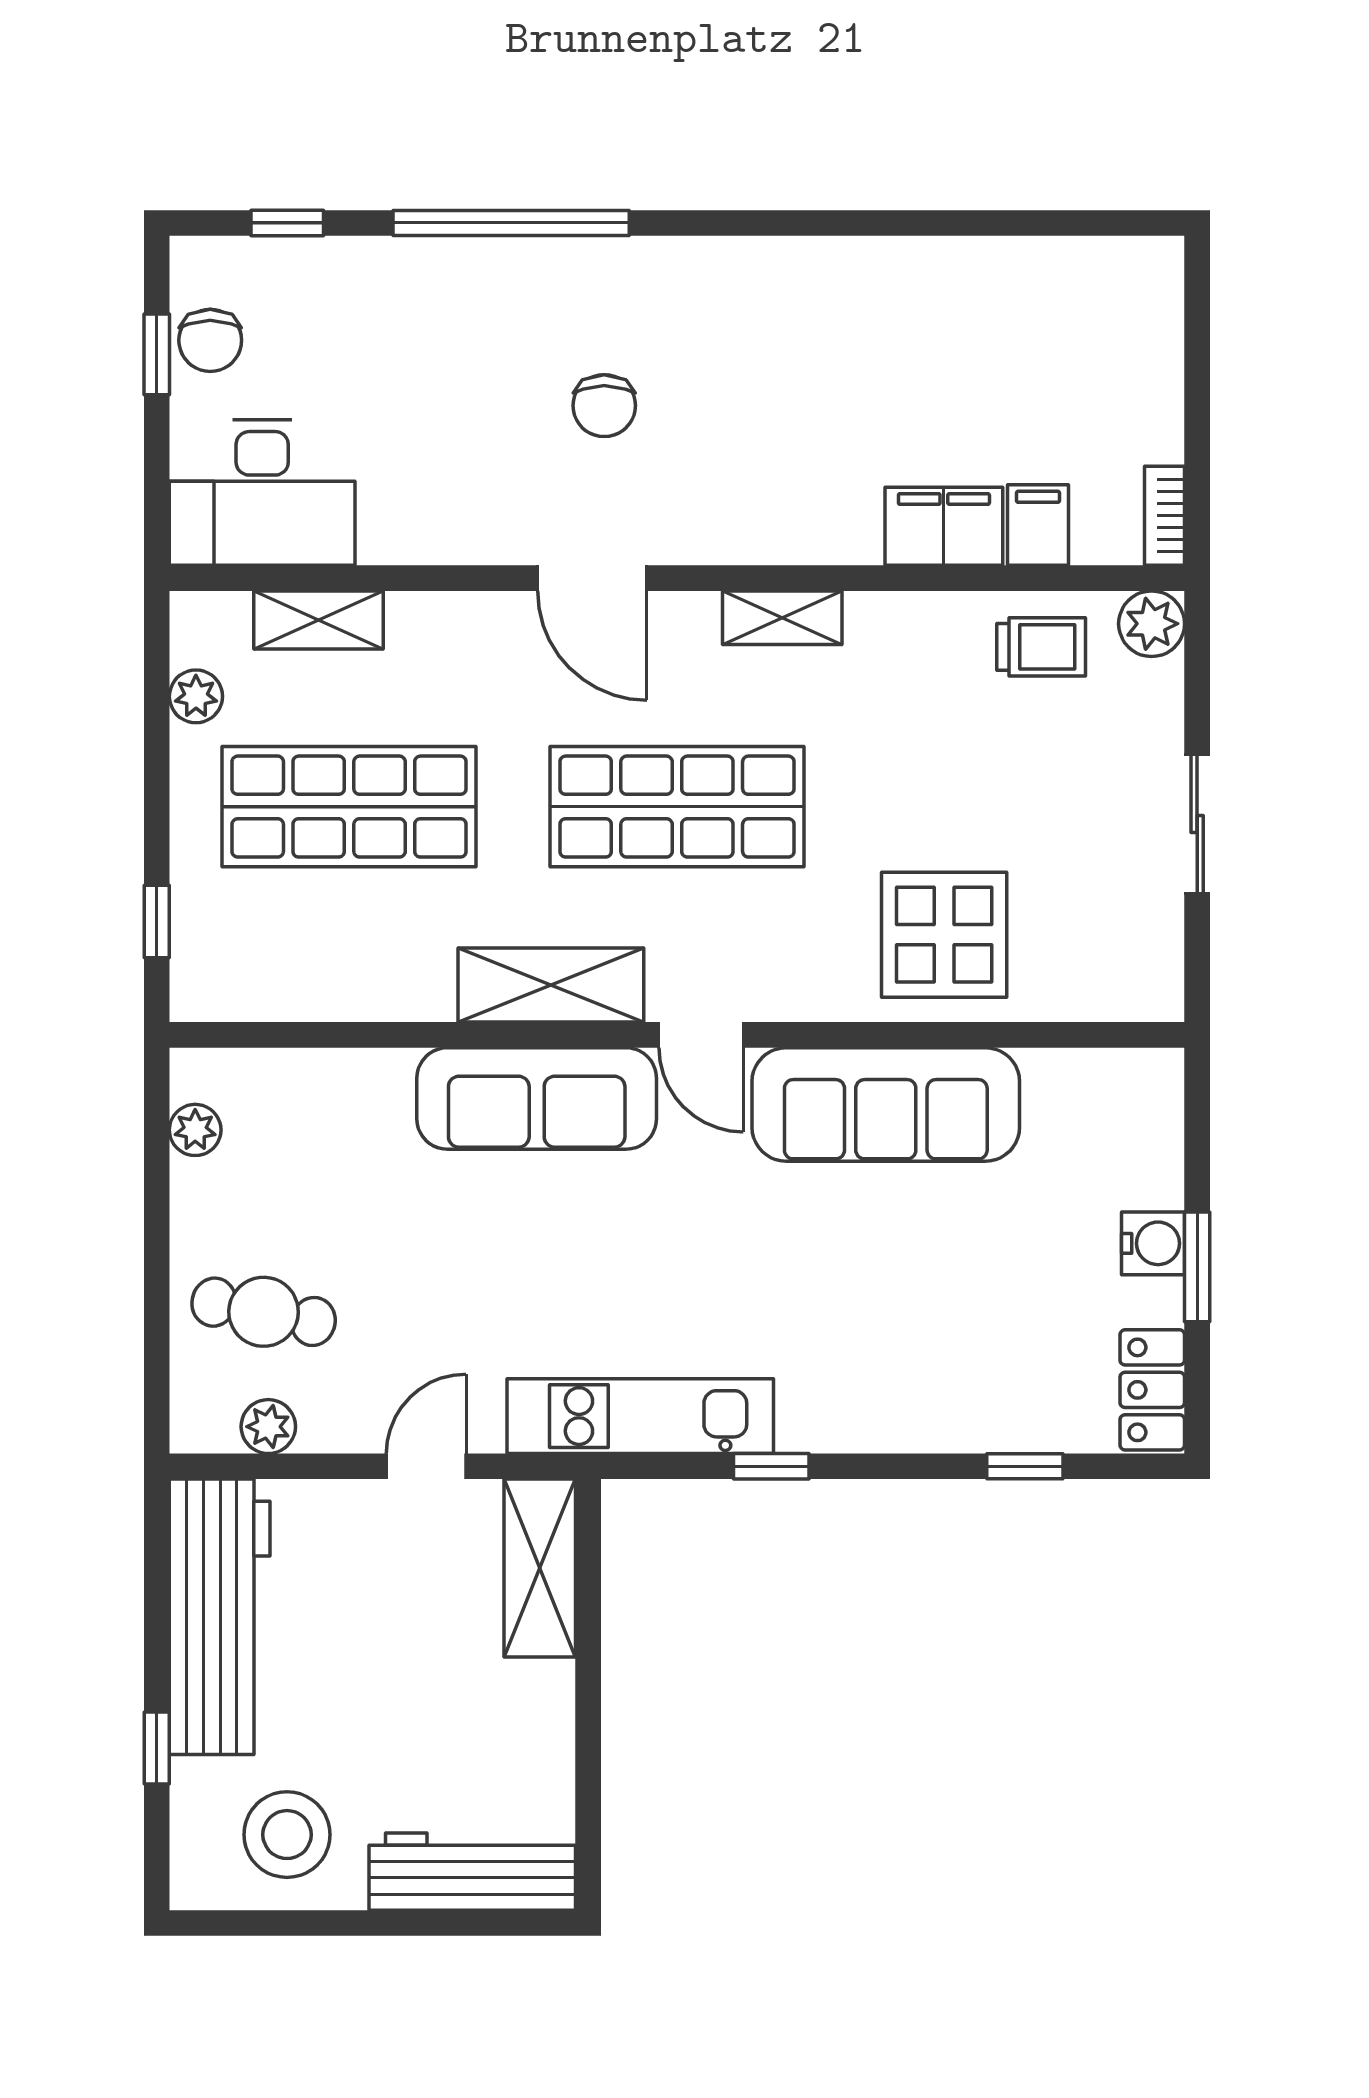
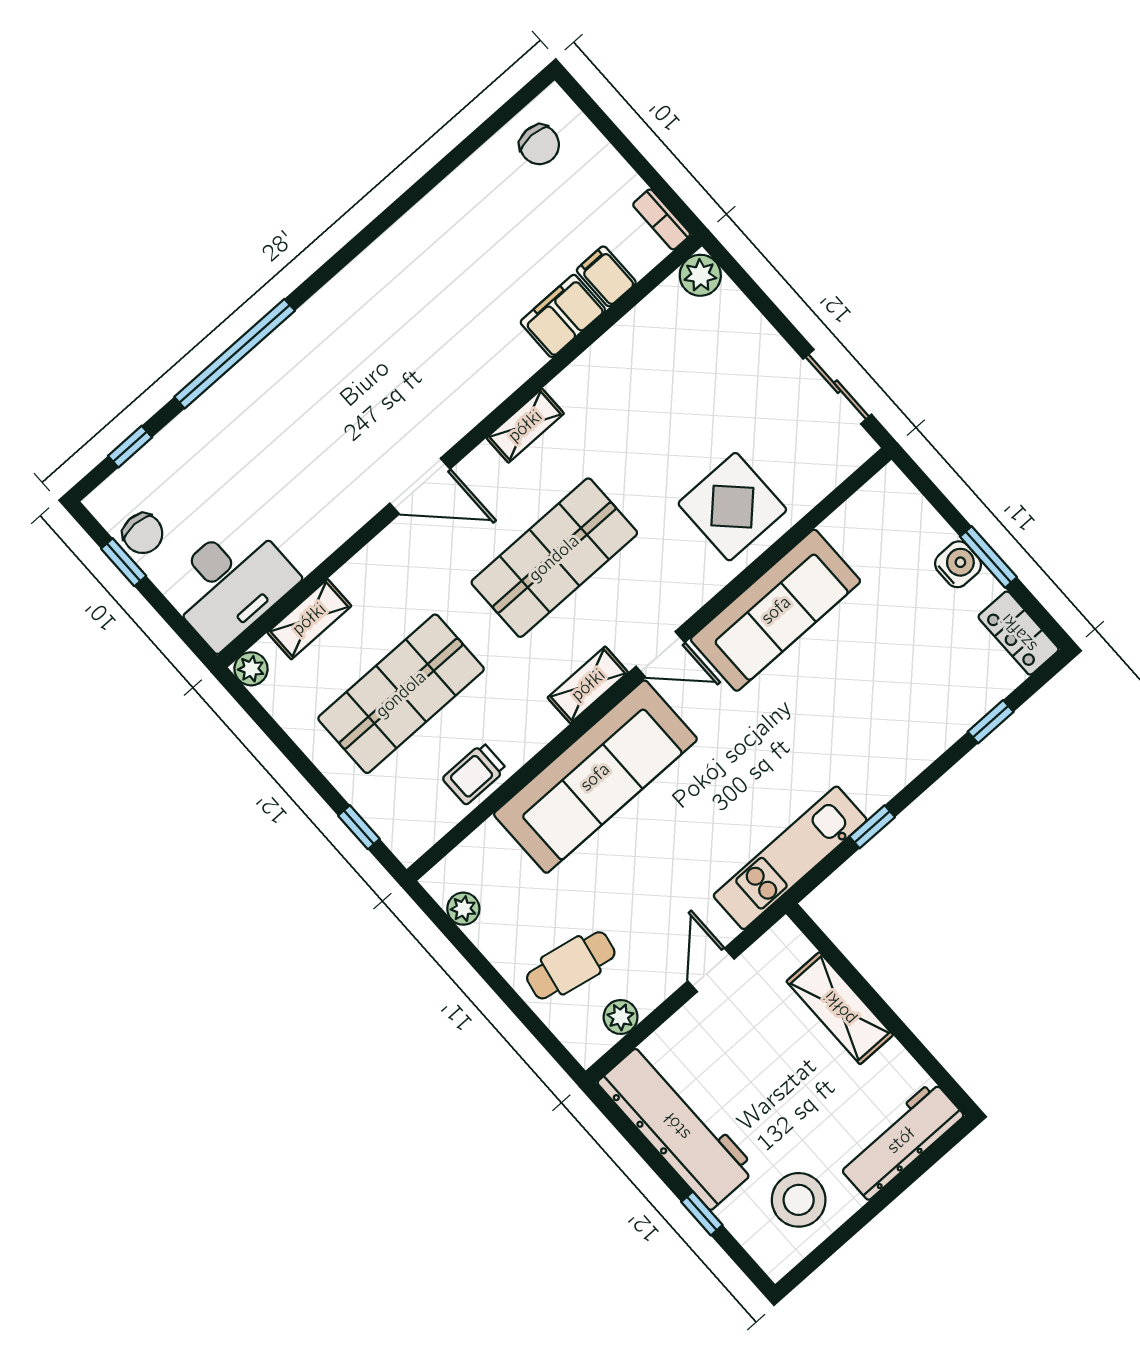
chair: (604, 406) -> (539, 145), moved
trolley: (1041, 647) -> (474, 774), moved, turned 180
plant: (196, 696) -> (251, 669), moved
sliding door: (1197, 824) -> (837, 387), moved
shelving: (551, 985) -> (588, 685), width x0.67, depth x0.75
sofa: (537, 1098) -> (595, 777), width x1.36, depth x1.27
shelving: (540, 1568) -> (840, 1008), moved

